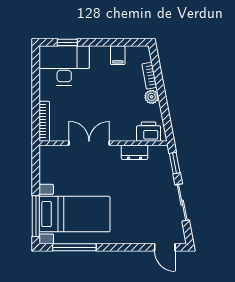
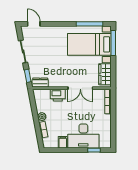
desk: (64, 65) -> (83, 136), moved
printer: (149, 132) -> (58, 95), moved
dresser: (135, 152) -> (40, 82), moved
wardrobe: (49, 166) -> (105, 74), added

